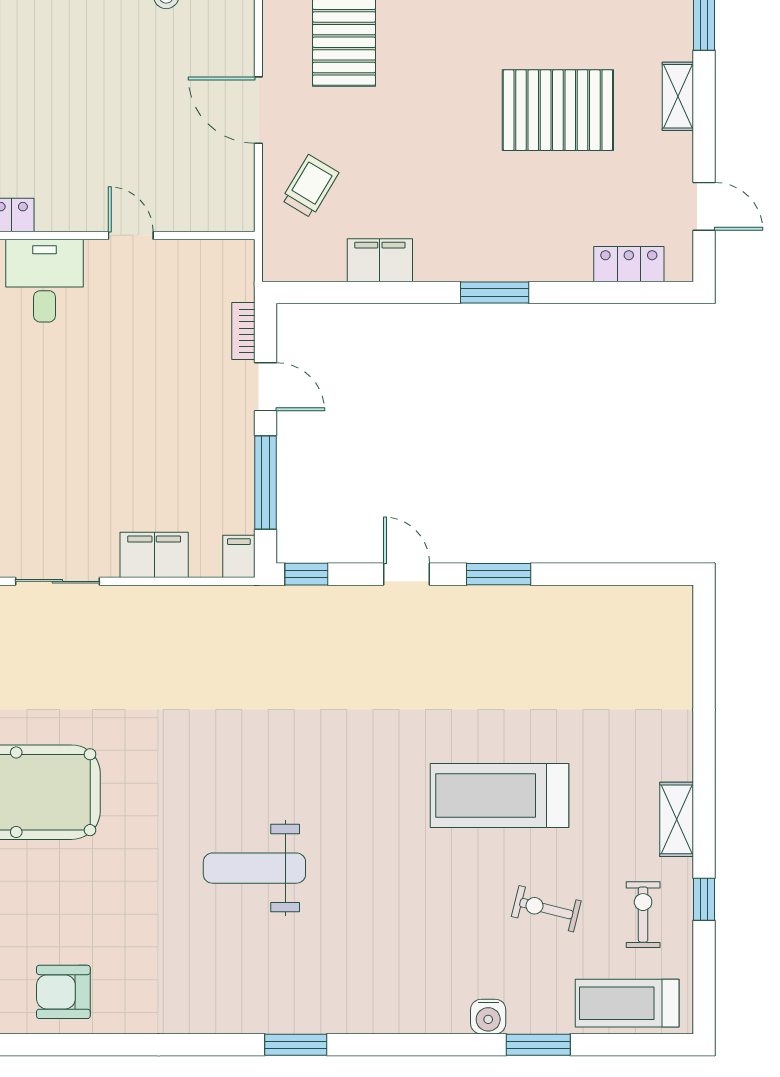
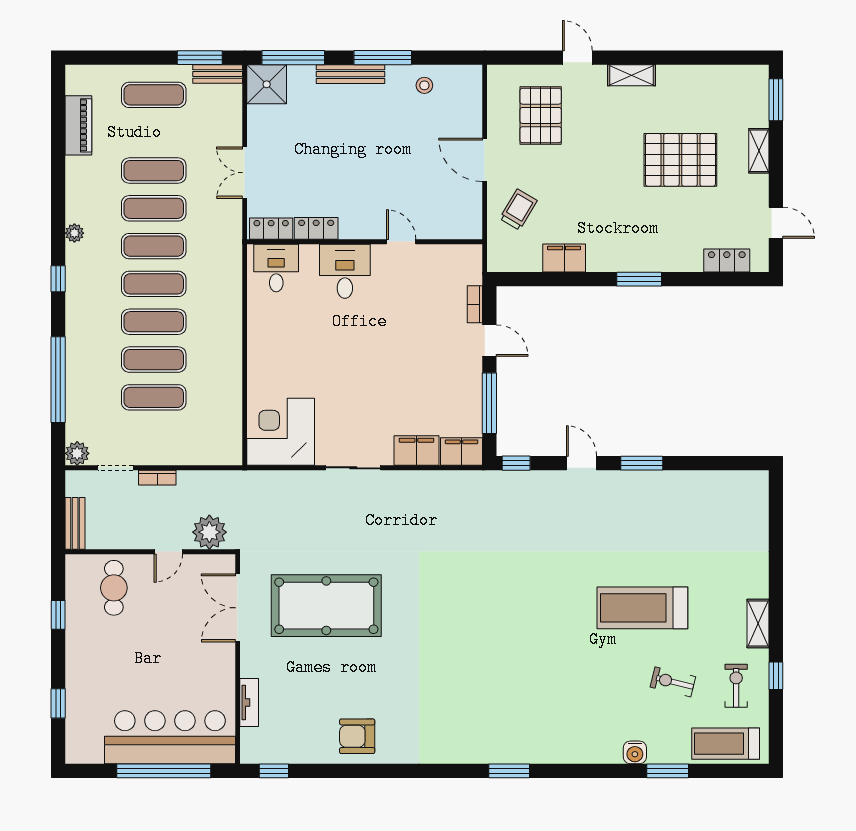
filing cabinet: (239, 556) -> (461, 452), width x2.00
weight bench: (254, 868) -> (482, 655), removed

